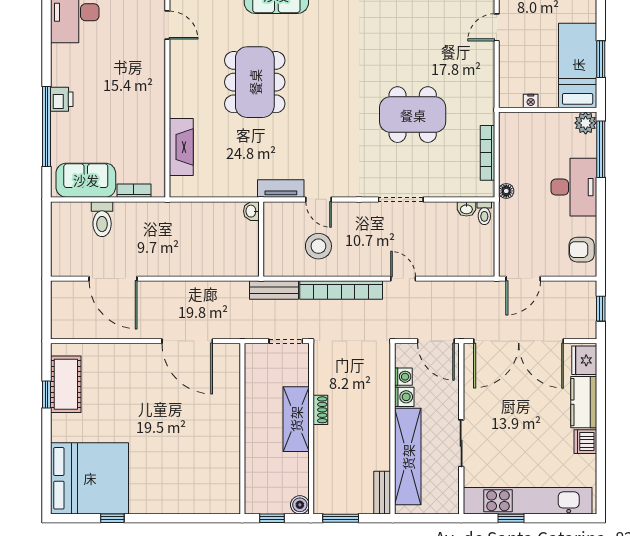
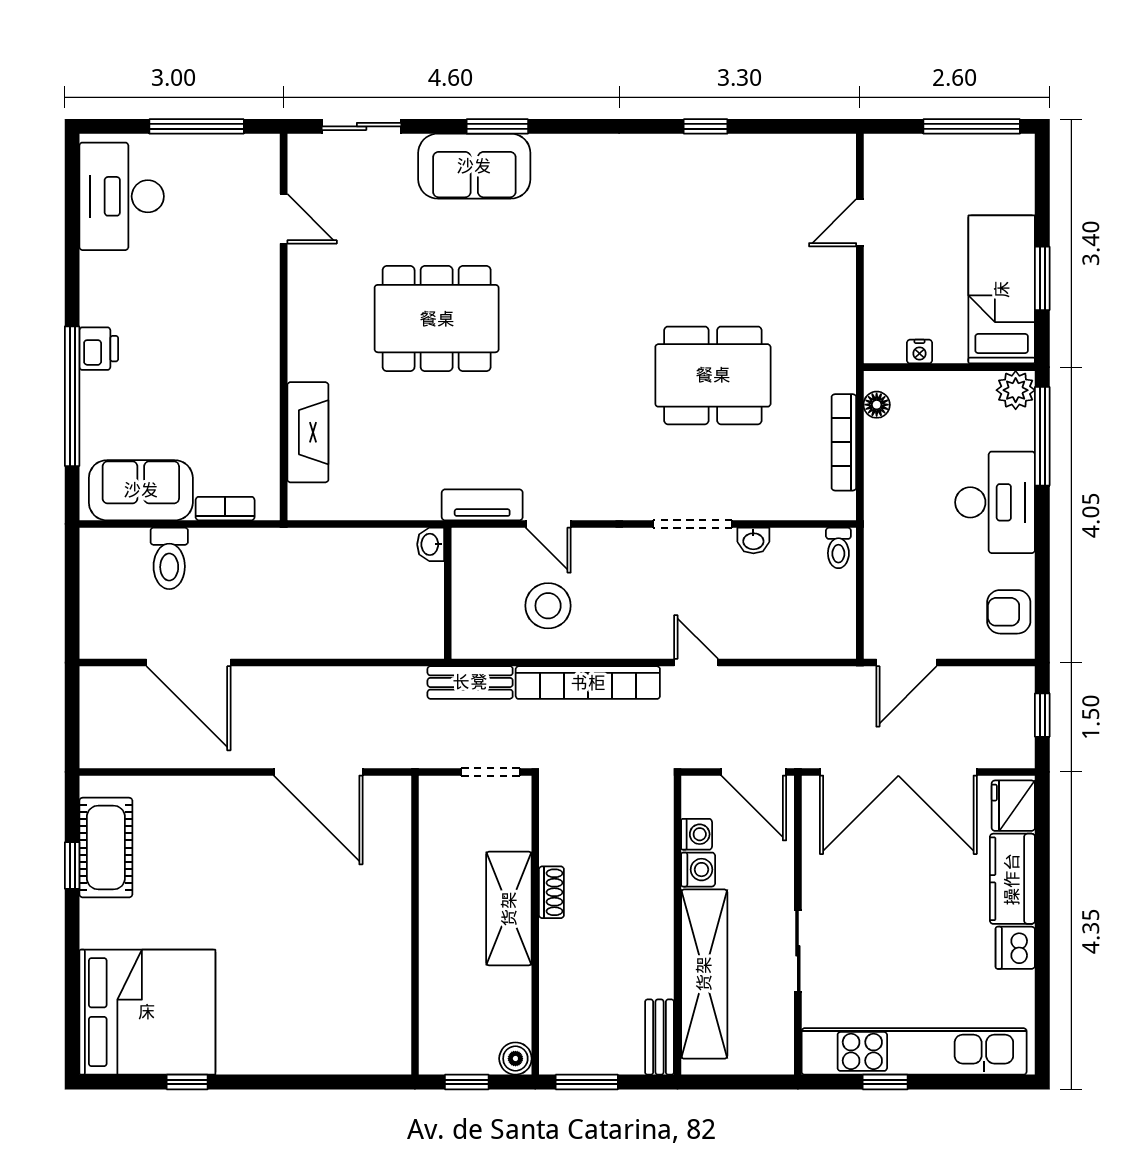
dining table: (255, 82) -> (437, 319), turned 90
floor lamp: (506, 191) -> (877, 405), moved
washbasin: (466, 209) -> (753, 541), moved

